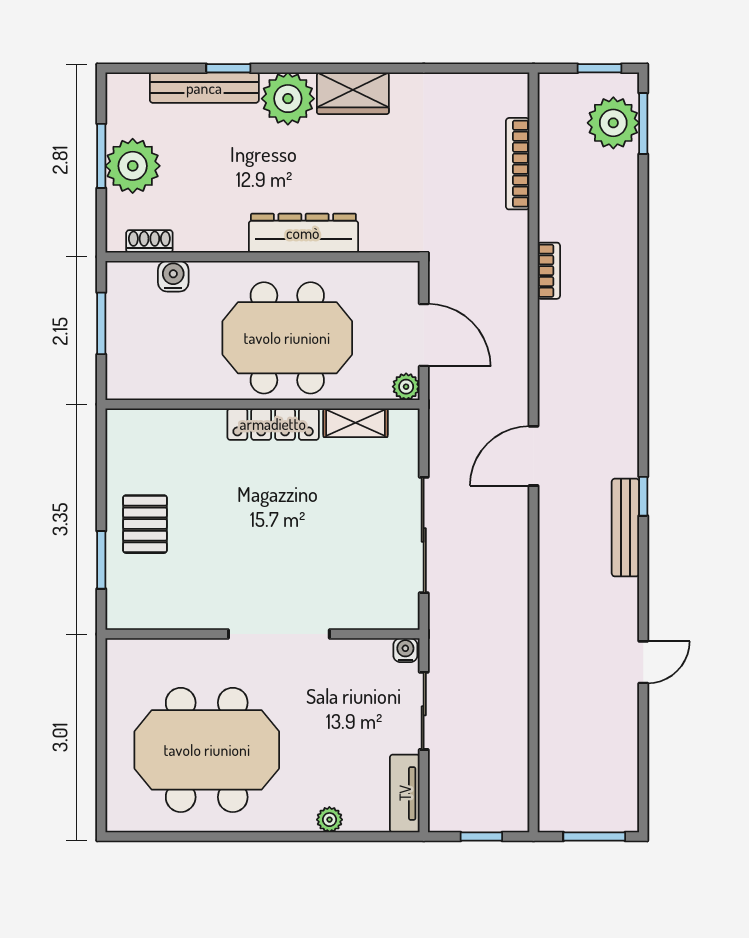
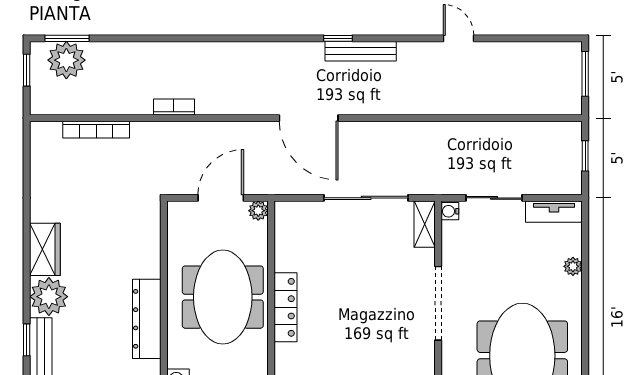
dresser: (303, 233) -> (147, 319), moved
shelving: (356, 423) -> (425, 224), moved
door: (533, 456) -> (309, 118), width x1.36

